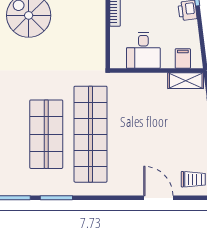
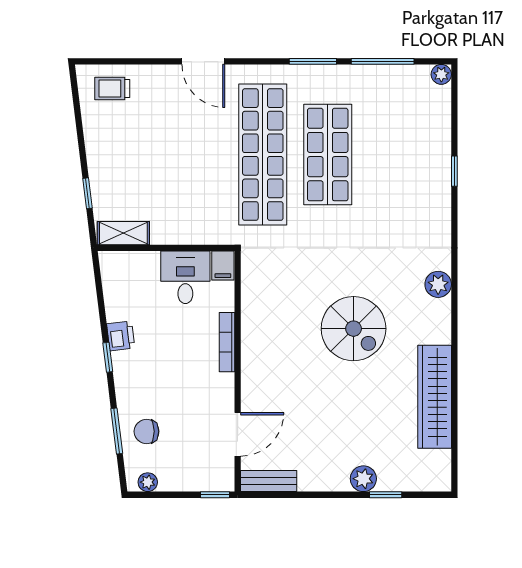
filing cabinet: (183, 59) -> (223, 265), moved
door: (158, 198) -> (203, 61), moved

